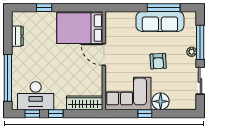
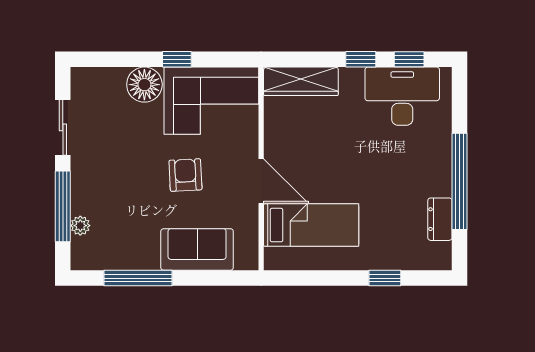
sofa: (160, 21) -> (197, 249), moved, width x0.73
bed: (80, 28) -> (311, 225), width x0.67
plant: (192, 52) -> (80, 226), moved
armchair: (158, 61) -> (185, 175), moved
window: (8, 78) -> (460, 181), moved

